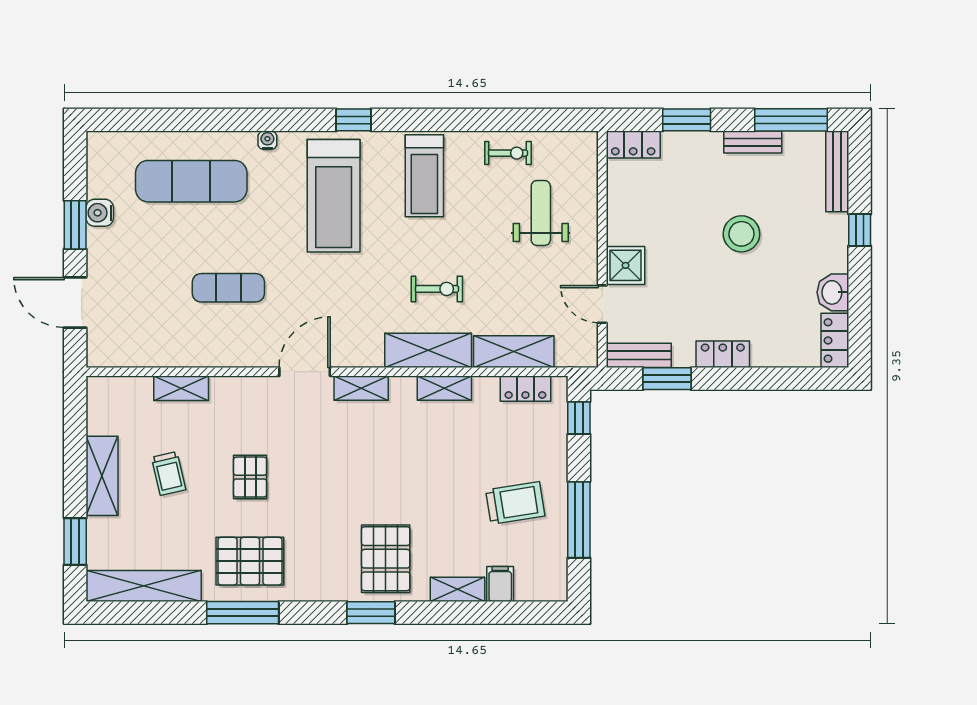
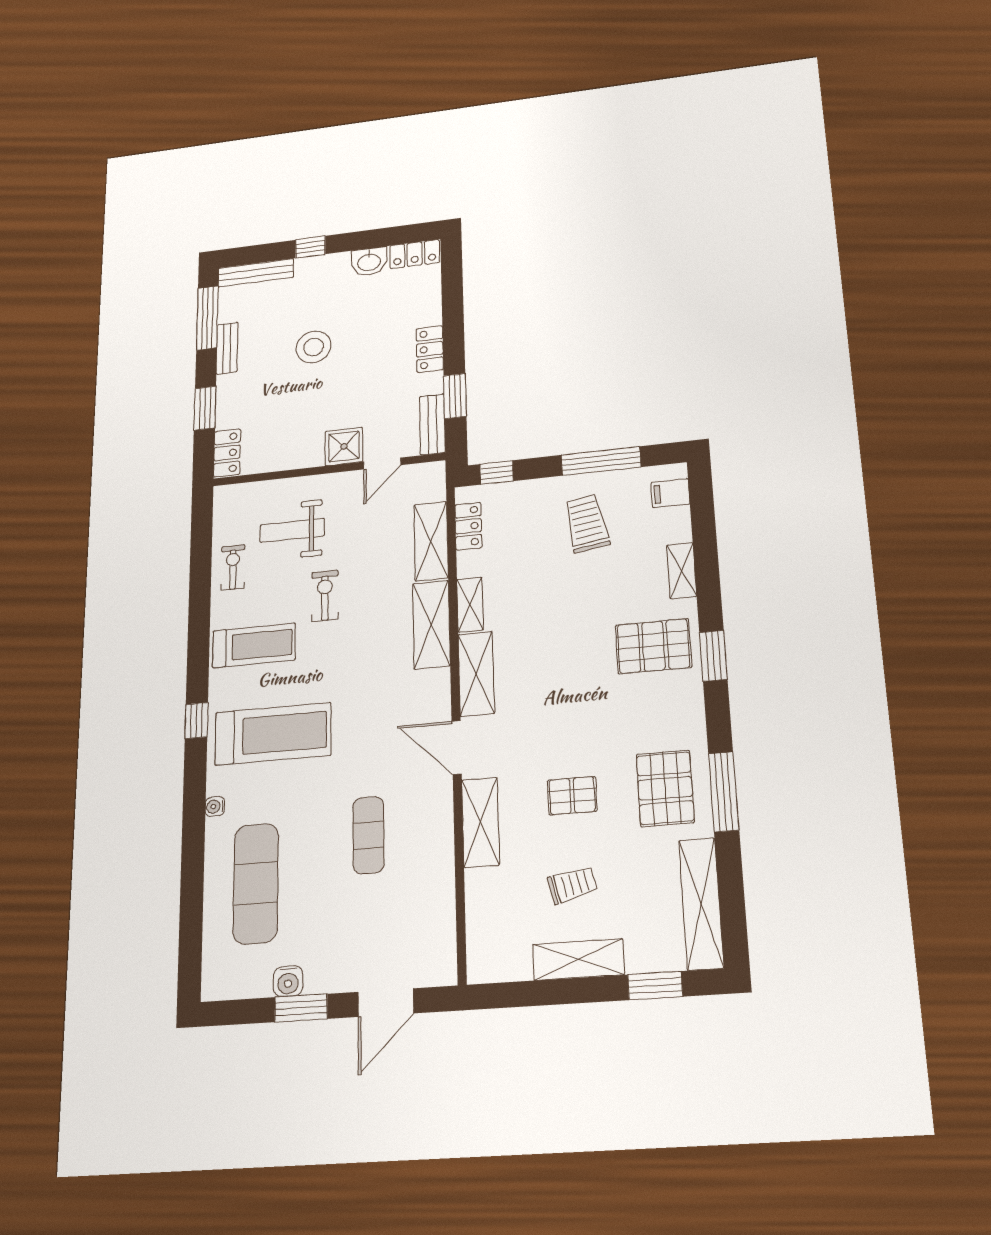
exercise bike: (437, 289) -> (325, 596), moved
shelving: (181, 388) -> (481, 822), moved, width x1.50, depth x1.33
shelving: (361, 388) -> (476, 674), width x1.50, depth x1.33
filing cabinet: (500, 584) -> (670, 493), moved

